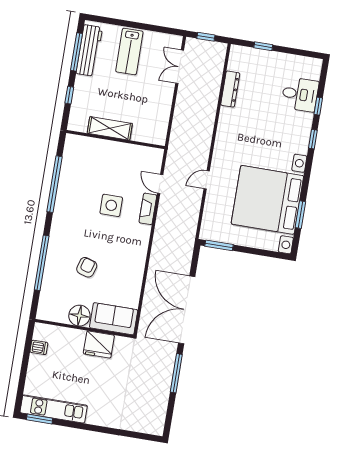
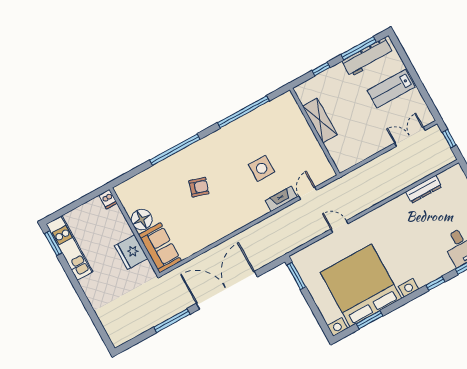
floor lamp: (79, 316) -> (142, 220), moved
sofa: (114, 319) -> (160, 248), moved
wall: (84, 329) -> (135, 231), moved
fridge: (99, 345) -> (131, 252), moved

